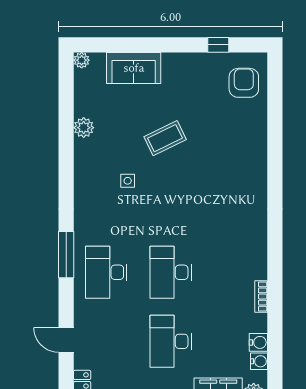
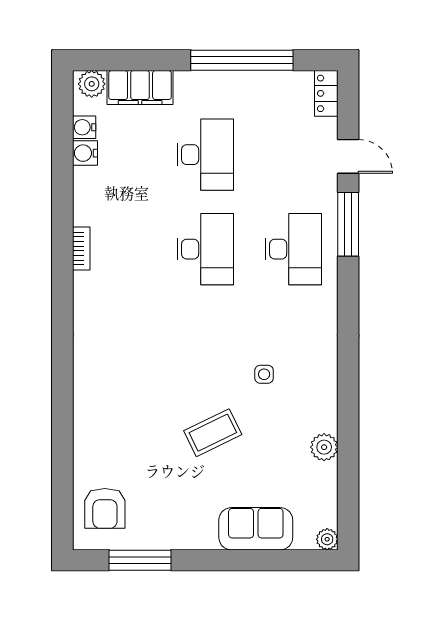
window: (218, 45) -> (140, 560), width x2.17
window: (66, 255) -> (348, 224), moved
bookcase: (261, 296) -> (81, 249), moved

